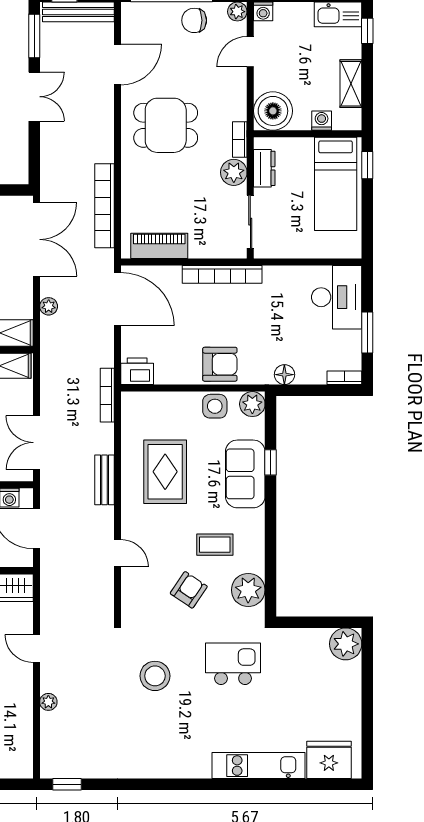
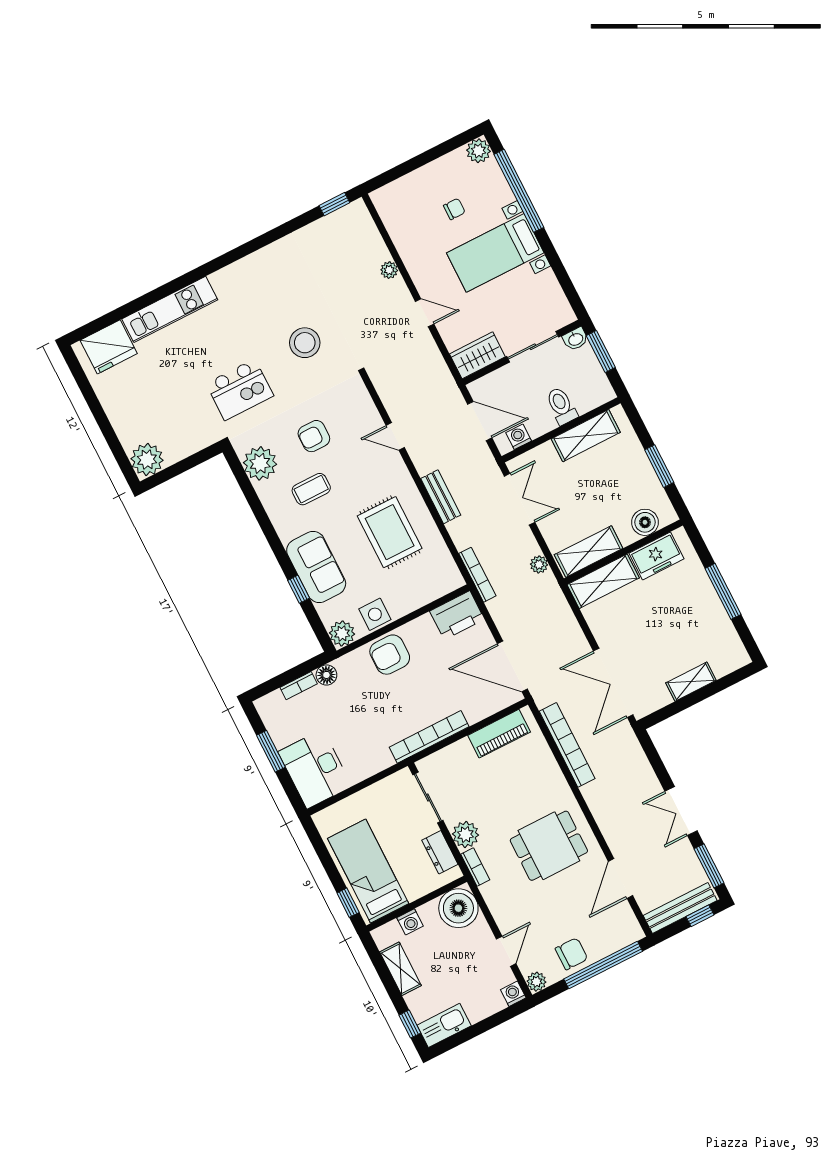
plant: (49, 306) -> (539, 564), moved
printer: (137, 371) -> (457, 615), width x1.37, depth x1.19
bookcase: (344, 378) -> (299, 686), moved
armchair: (189, 590) -> (314, 436), turned 56

